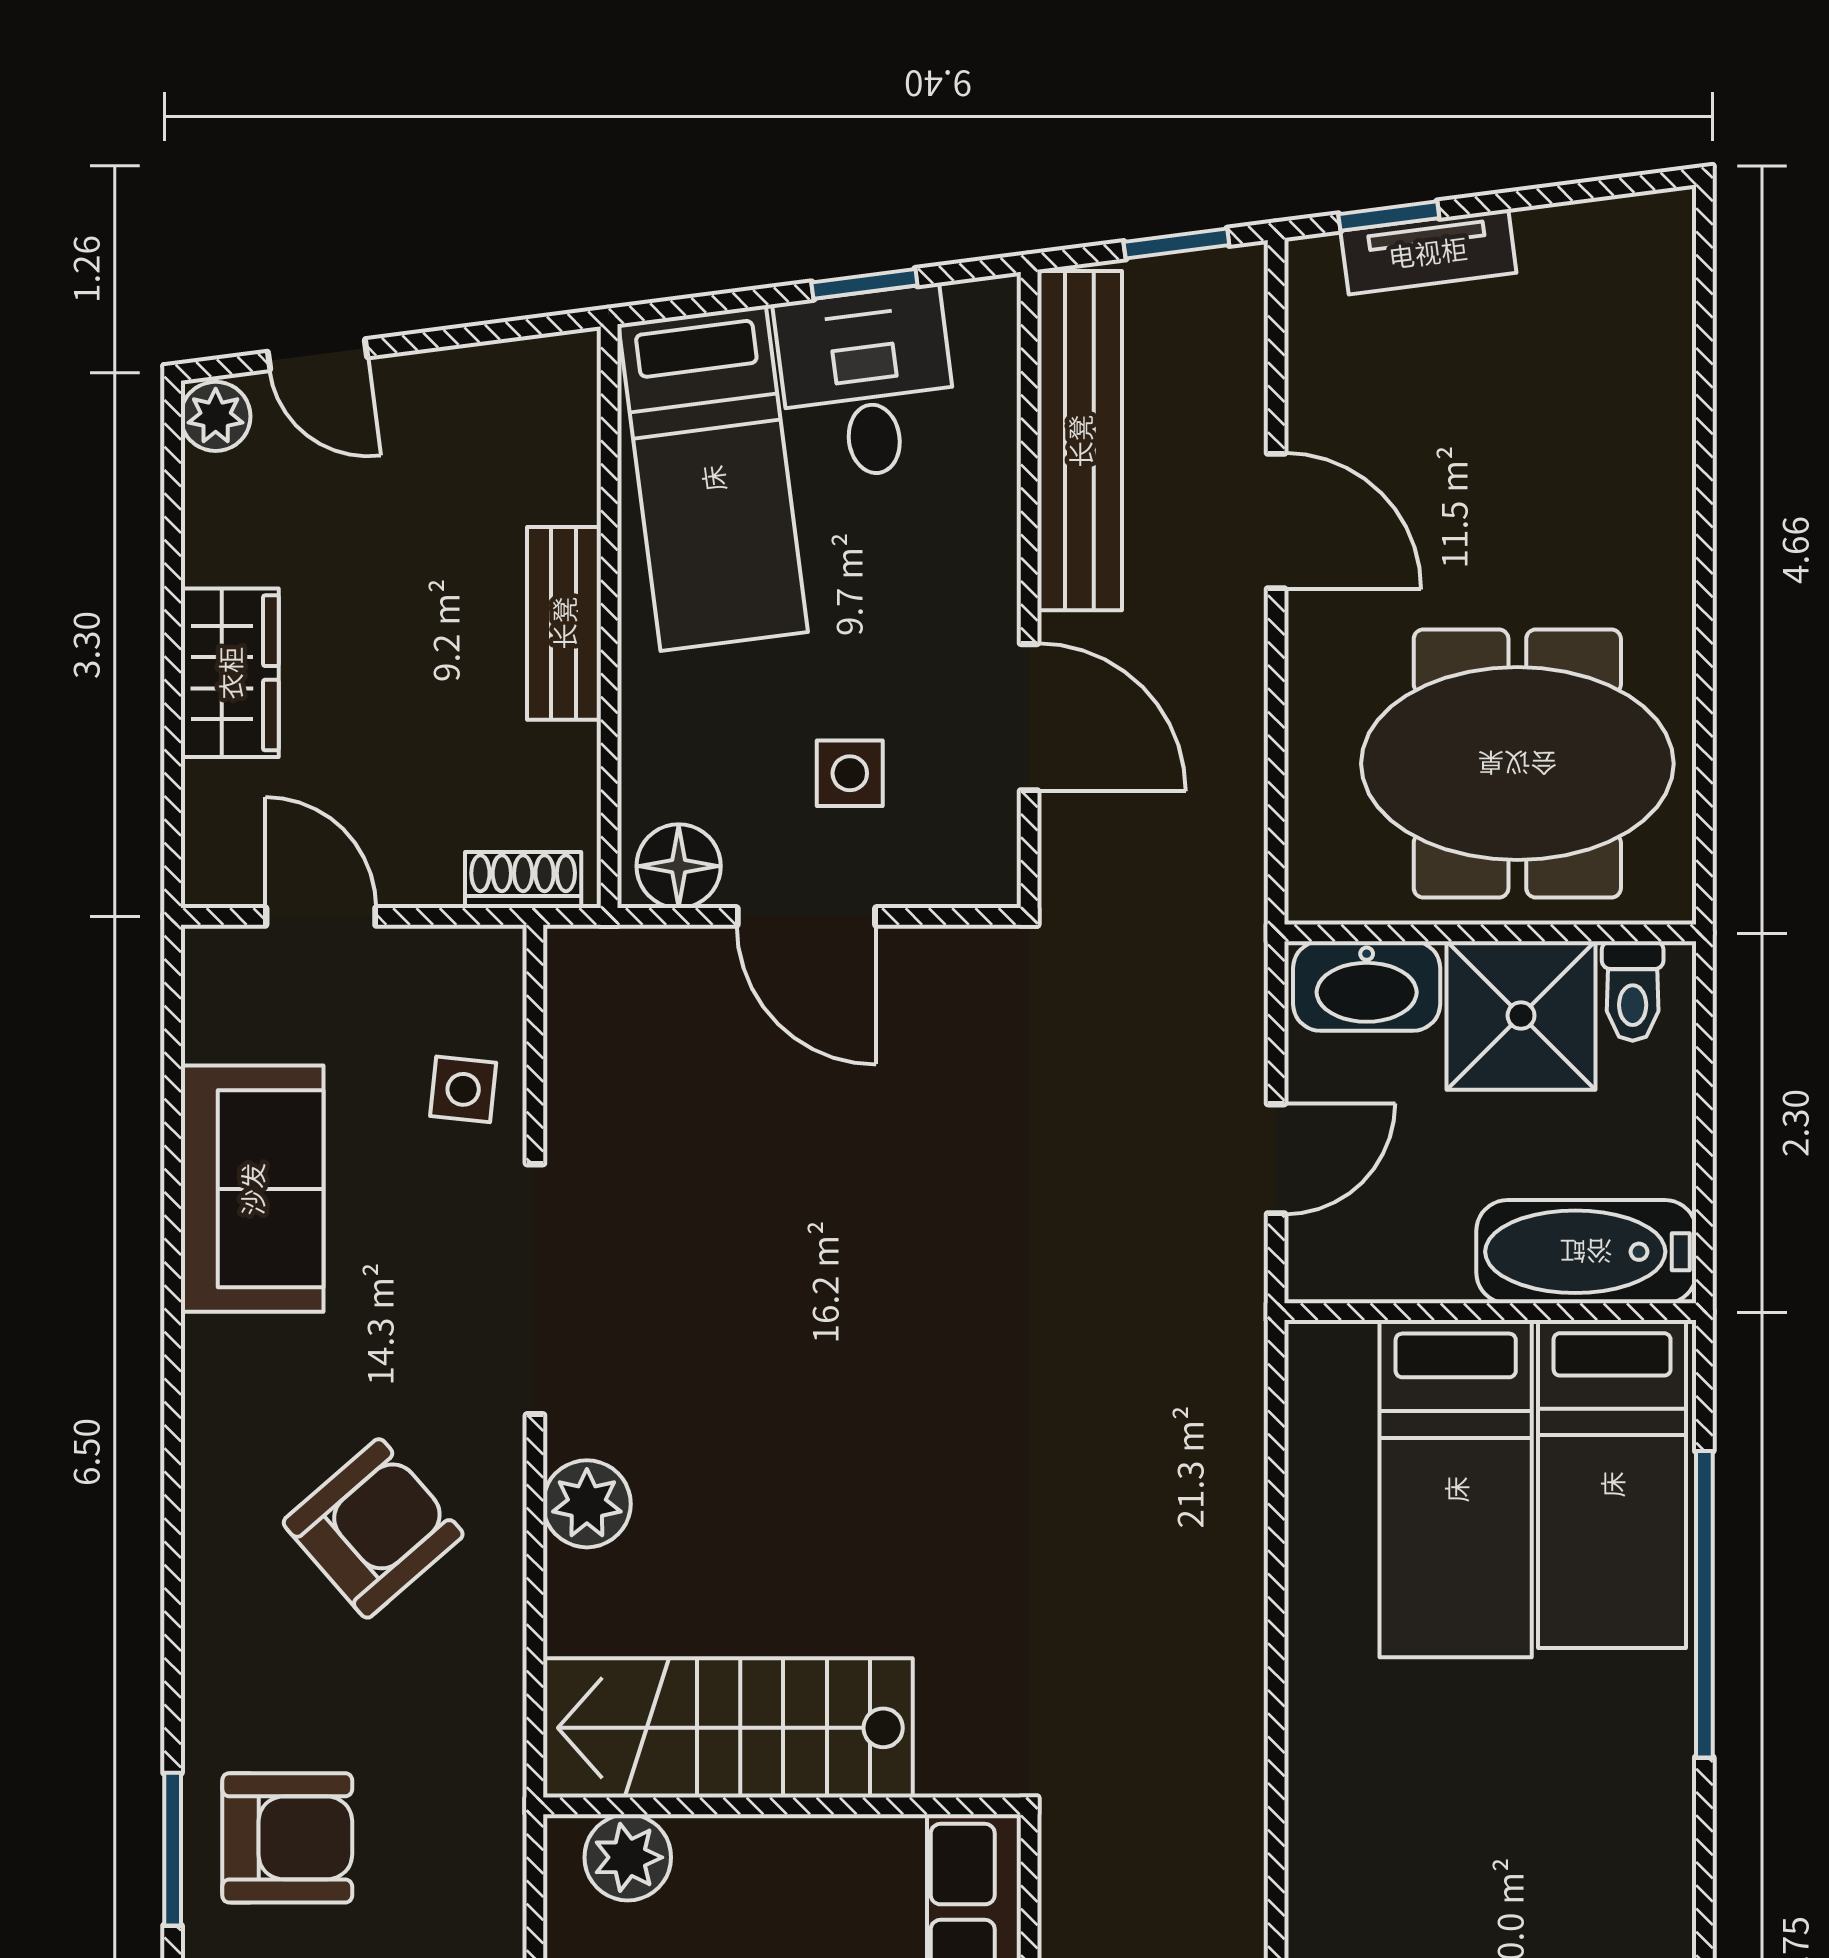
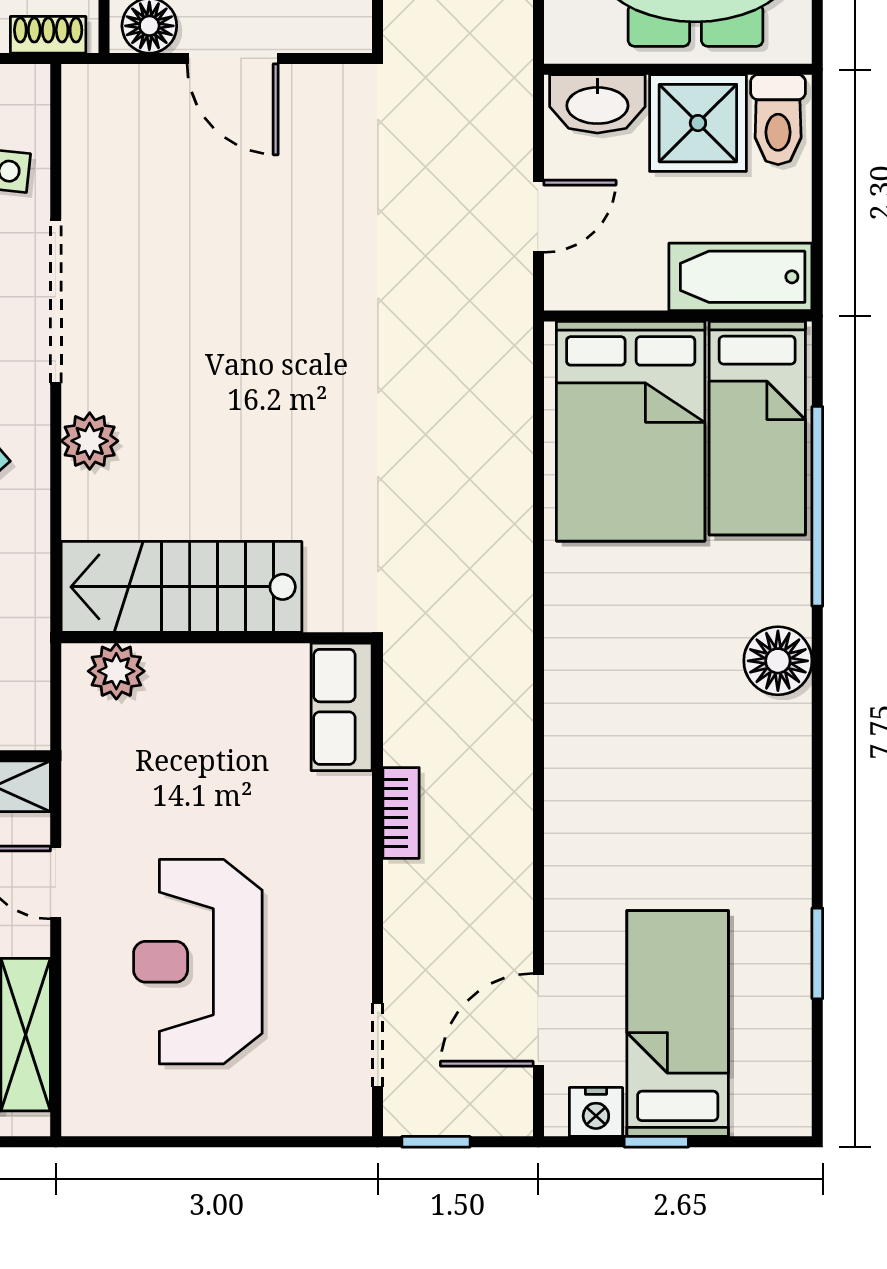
toilet: (1633, 991) -> (778, 120), width x1.37, depth x1.39
bed: (1456, 1489) -> (631, 431), width x1.50
floor lamp: (1644, 1841) -> (778, 661), added

